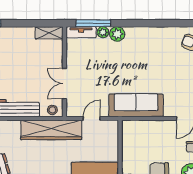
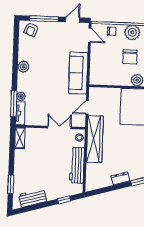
plant: (117, 34) -> (23, 67), moved
double door: (64, 84) -> (59, 127), swing flipped
door: (92, 119) -> (87, 107), hinge flipped

